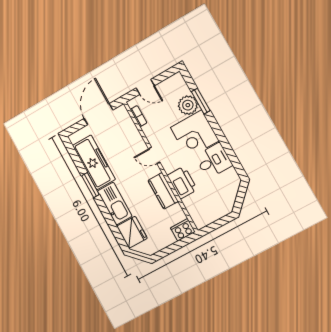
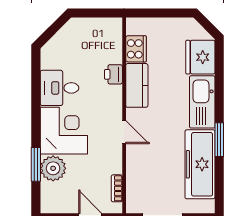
printer: (182, 182) -> (113, 74), width x0.53, depth x0.68
cooker: (183, 230) -> (136, 49), moved, turned -90

